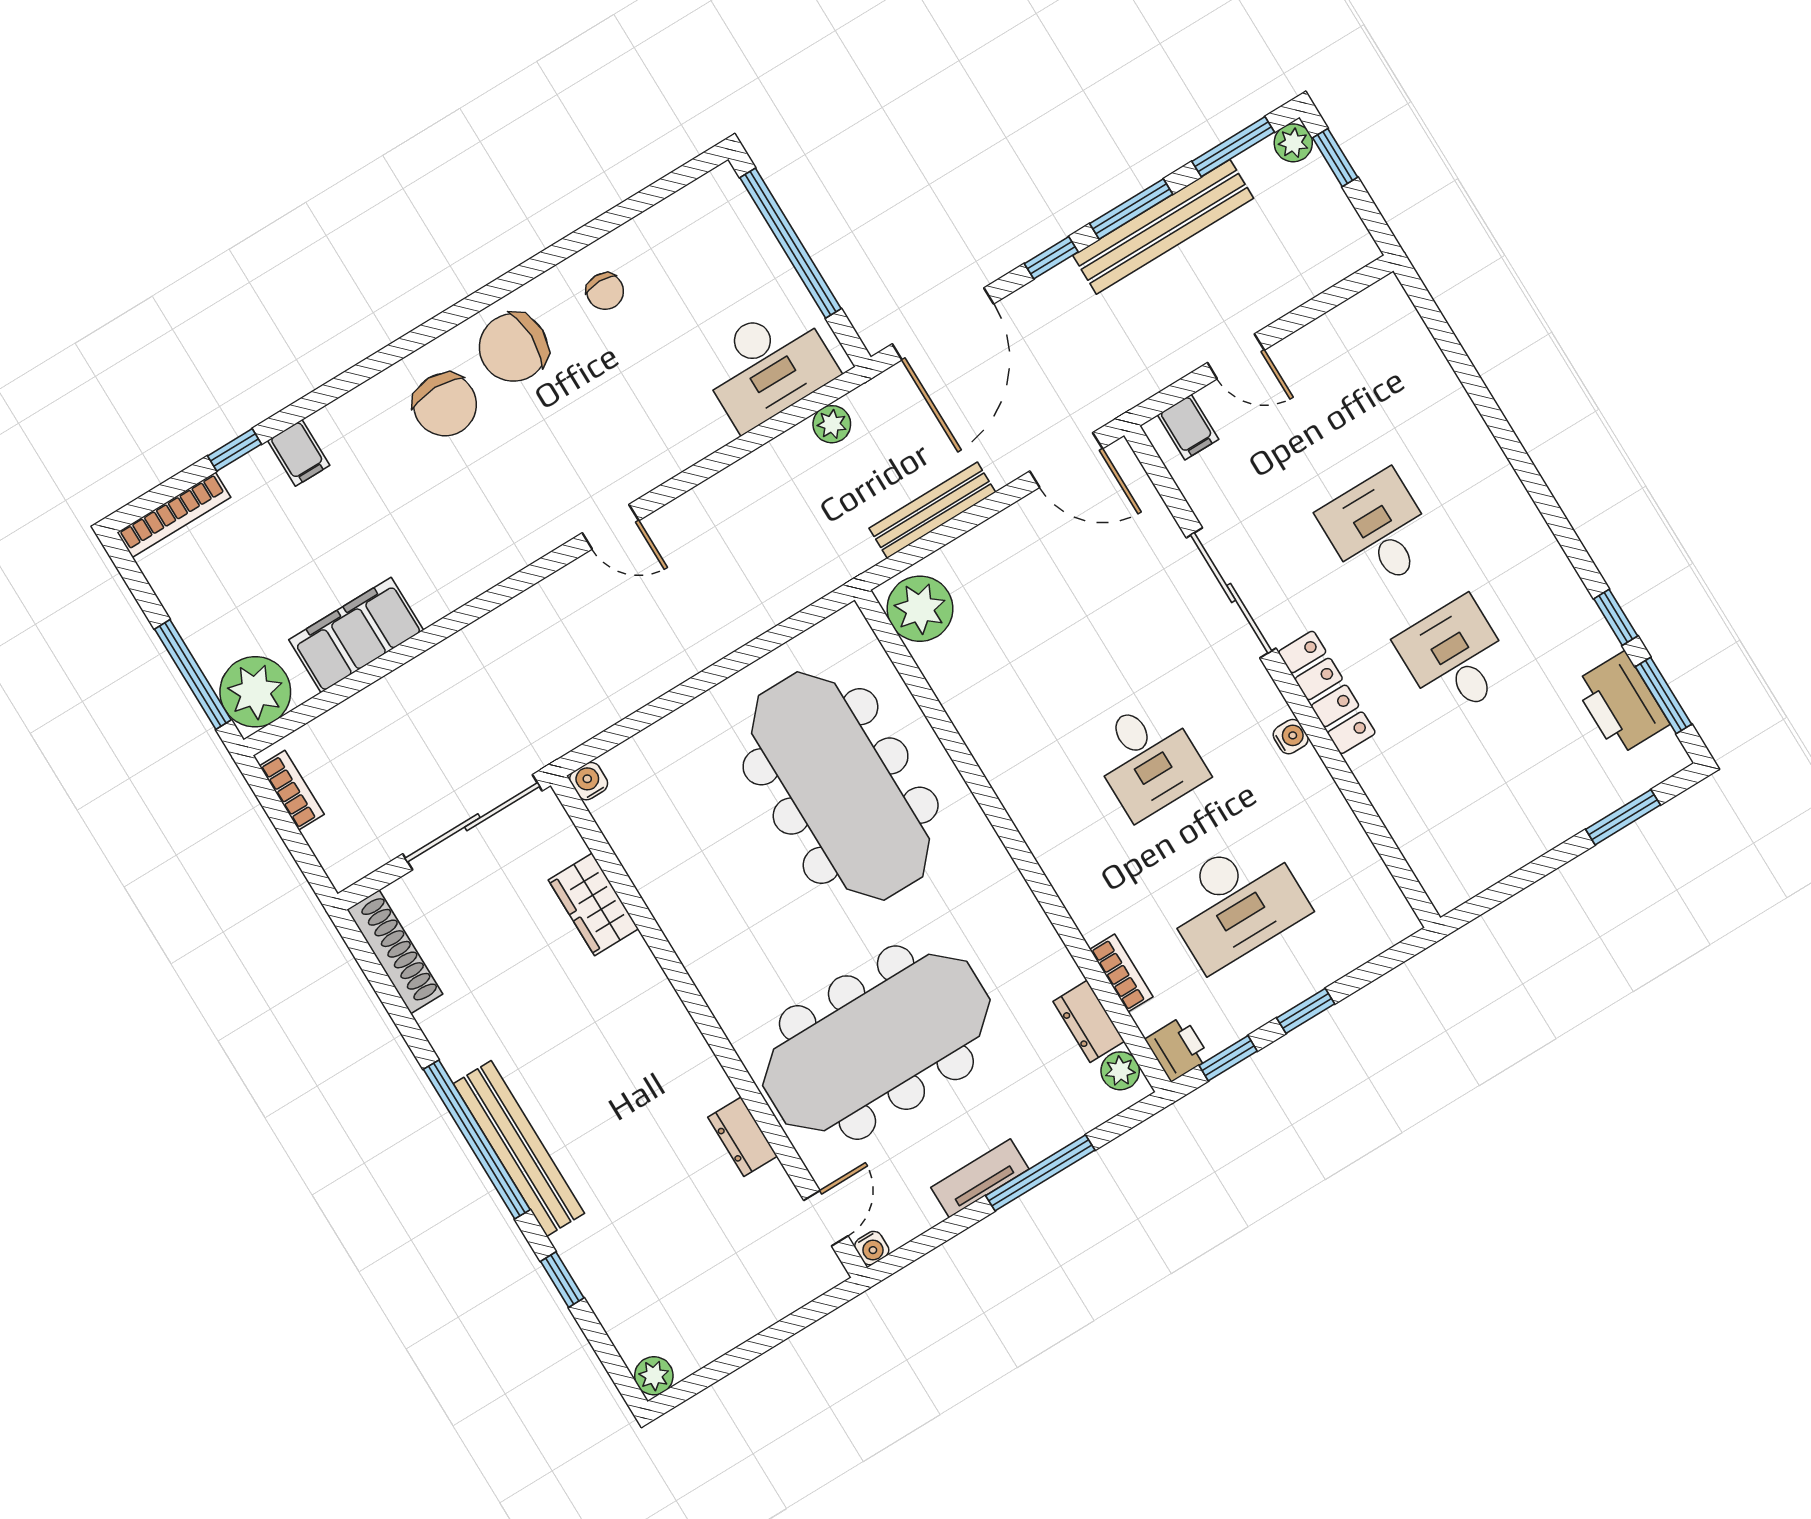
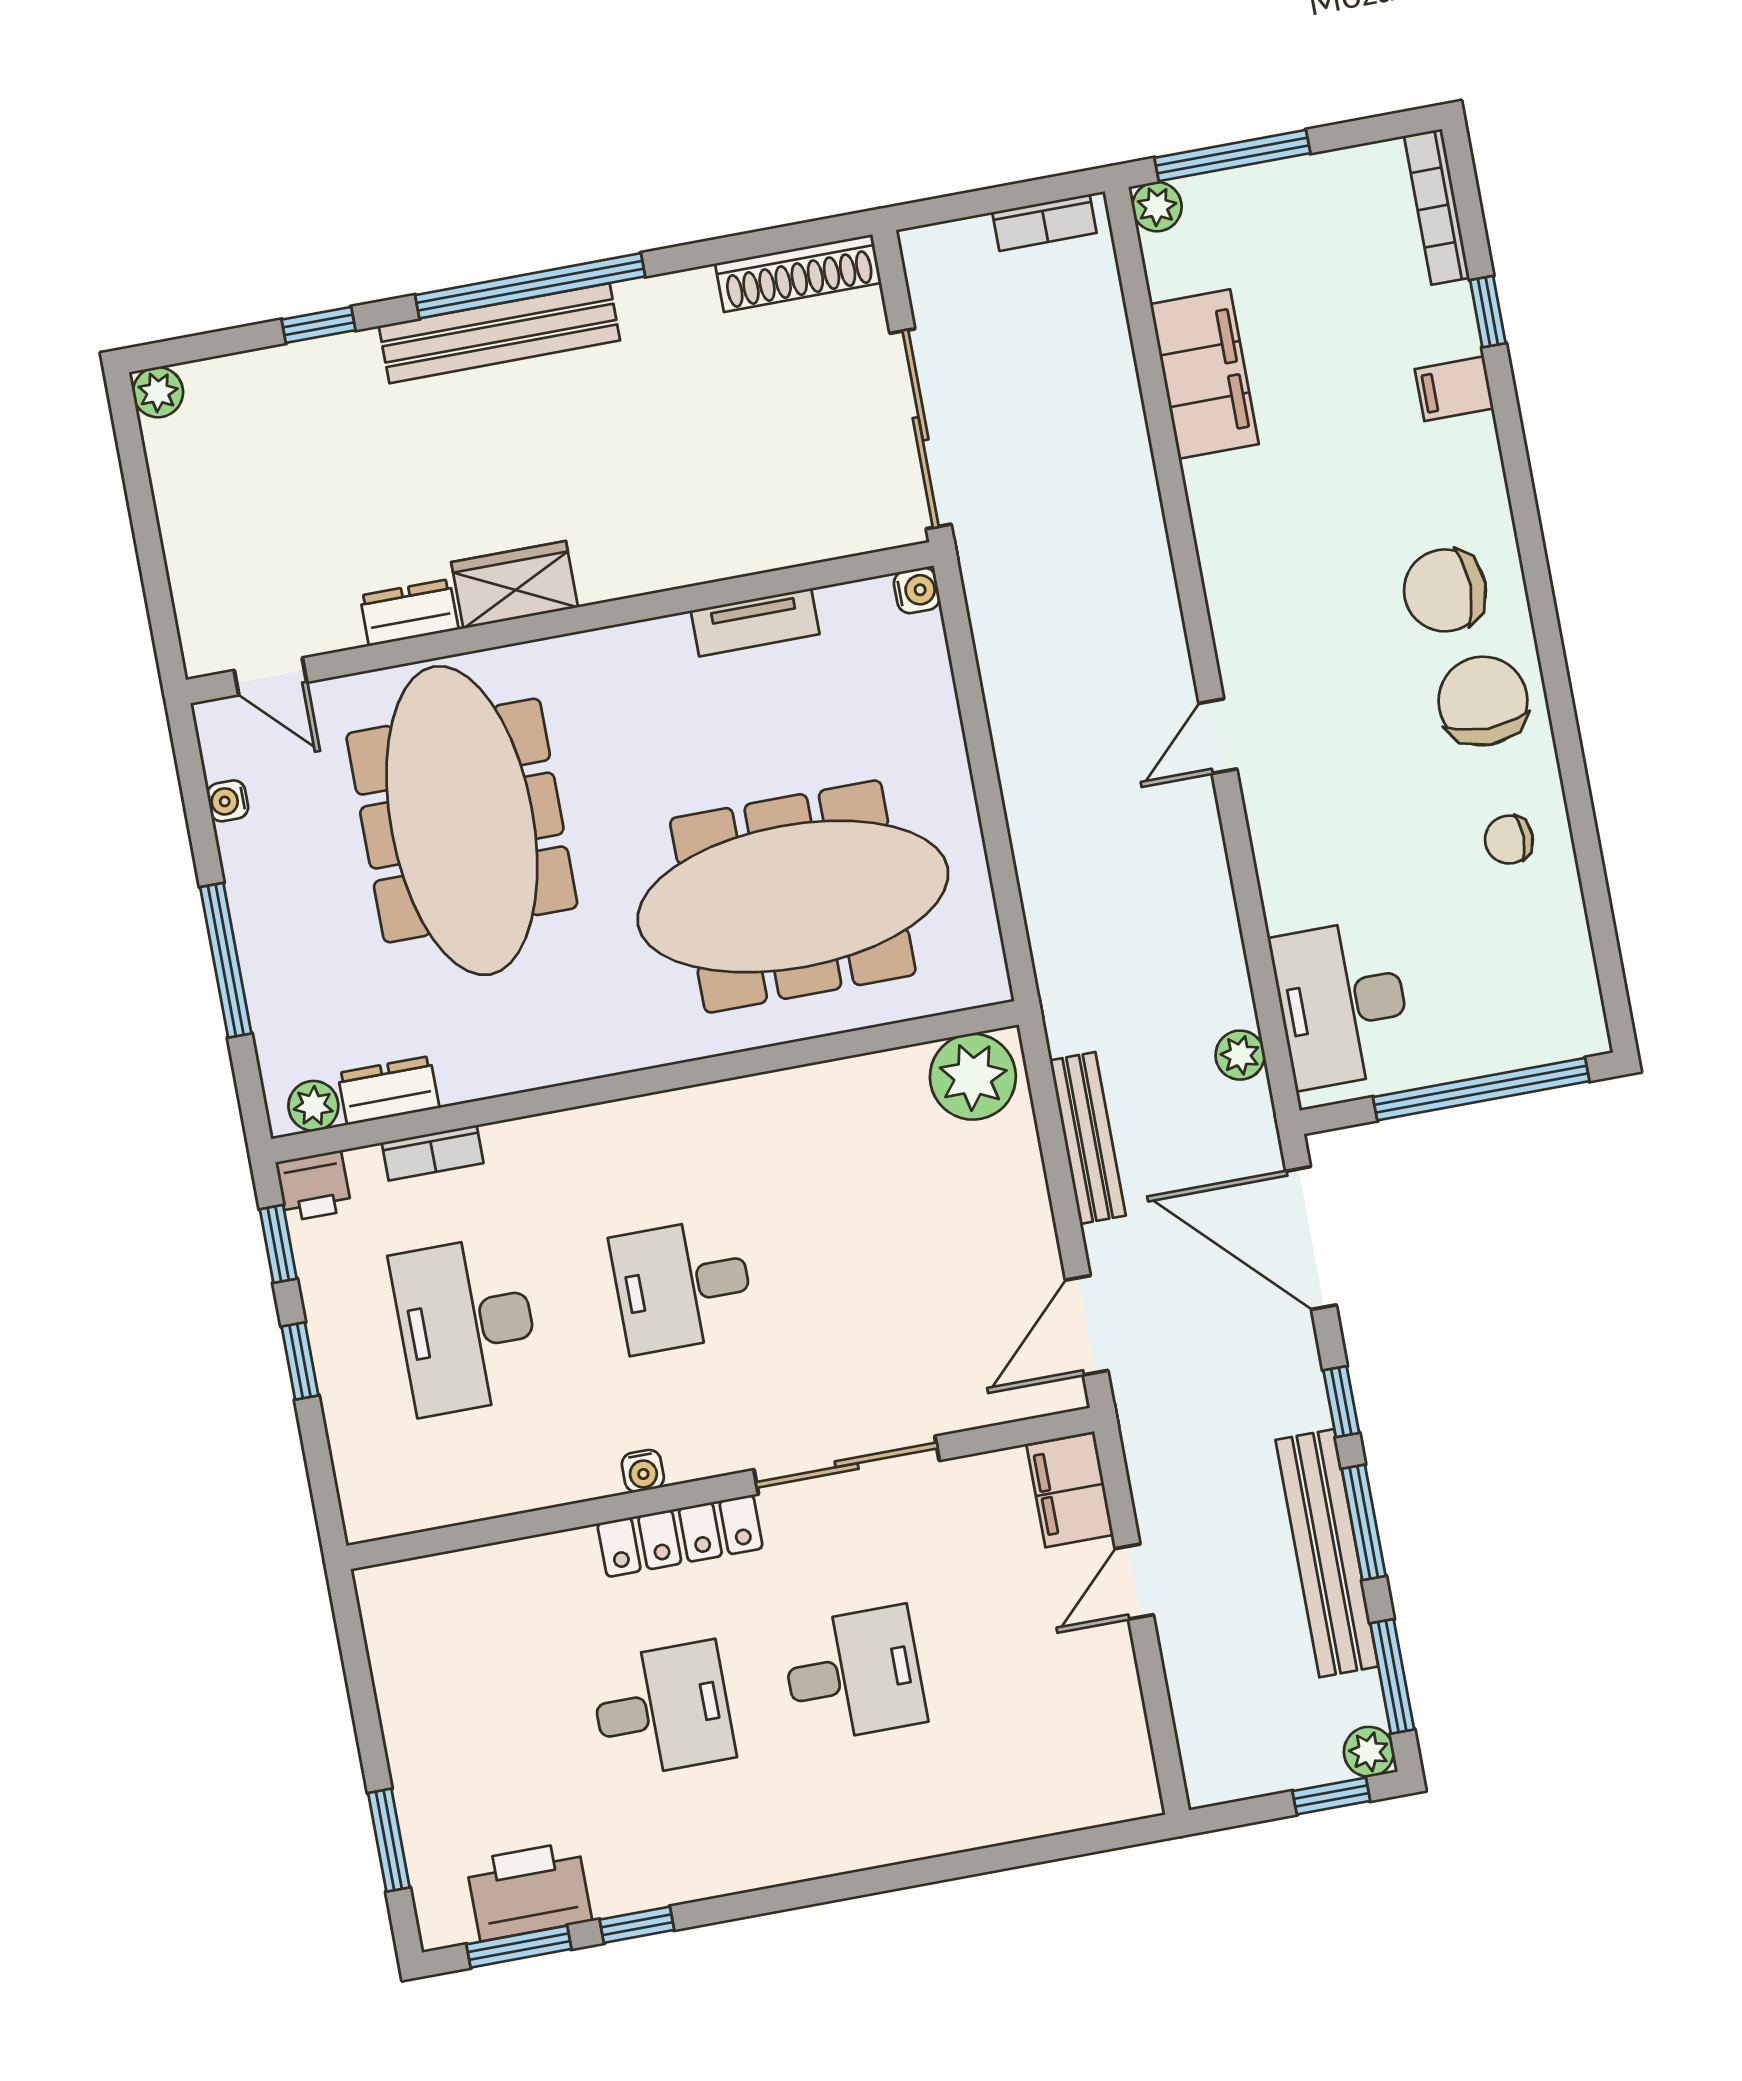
filing cabinet: (1188, 427) -> (1070, 1490), width x2.00
plant: (255, 692) -> (1157, 207), width x0.53, depth x0.53
wardrobe: (593, 904) -> (515, 585), moved
tv unit: (980, 1178) -> (755, 622), moved, turned 90
water cooler: (872, 1248) -> (228, 801), moved

